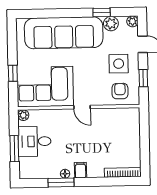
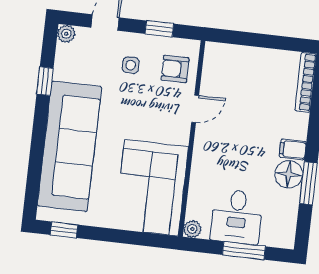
plant: (111, 24) -> (65, 69), removed
side table: (119, 64) -> (131, 65), width x0.54, depth x0.54
window: (13, 73) -> (64, 230), moved
door: (82, 107) -> (195, 109), moved
floor lamp: (65, 174) -> (289, 174), width x1.89, depth x1.89

